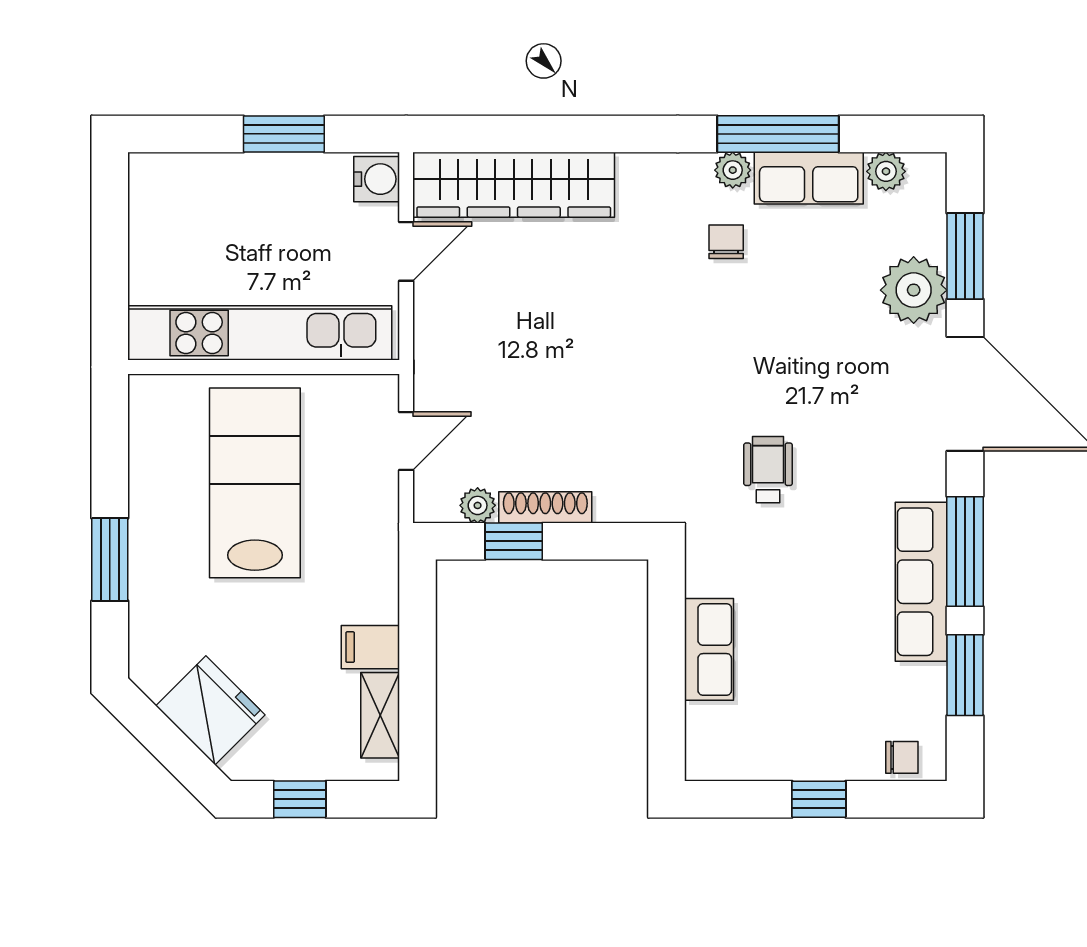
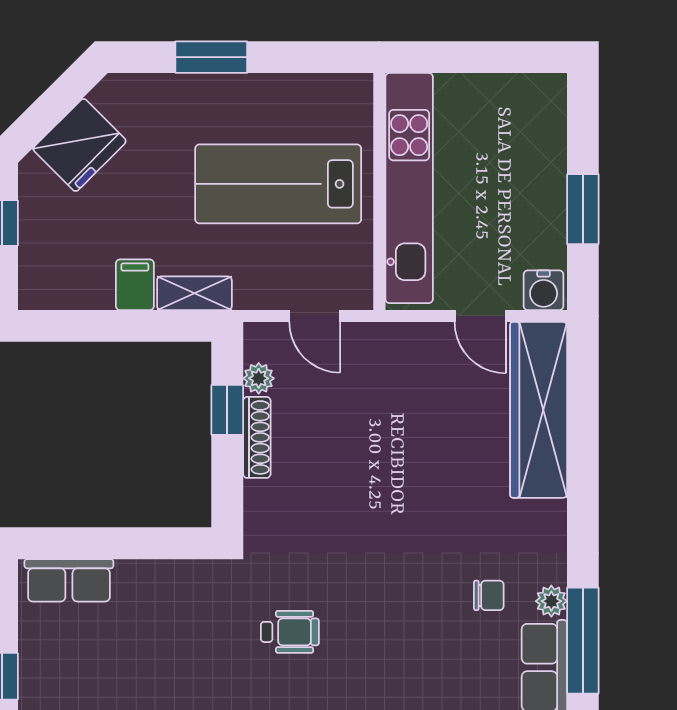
lab bench: (255, 483) -> (278, 184), turned 180
row of seats: (709, 649) -> (69, 580), moved
shelving: (380, 715) -> (194, 293), moved

